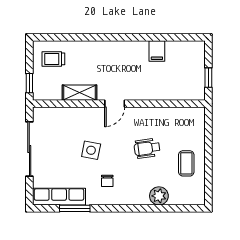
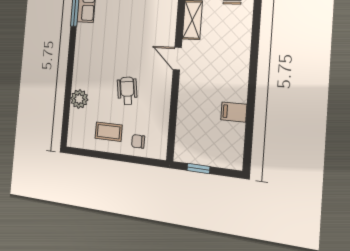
side table: (91, 150) -> (130, 30), removed
chair: (107, 181) -> (138, 141), moved

